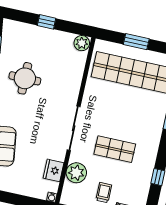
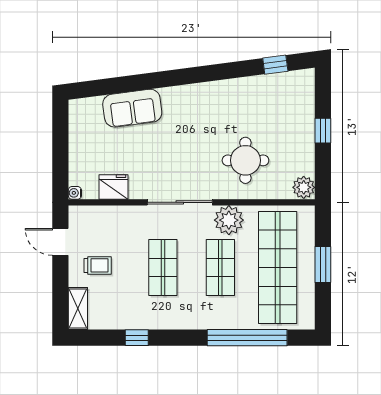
round table: (25, 78) -> (245, 160), moved
shop shelf: (123, 111) -> (220, 268), added
plant: (76, 173) -> (229, 220), moved

